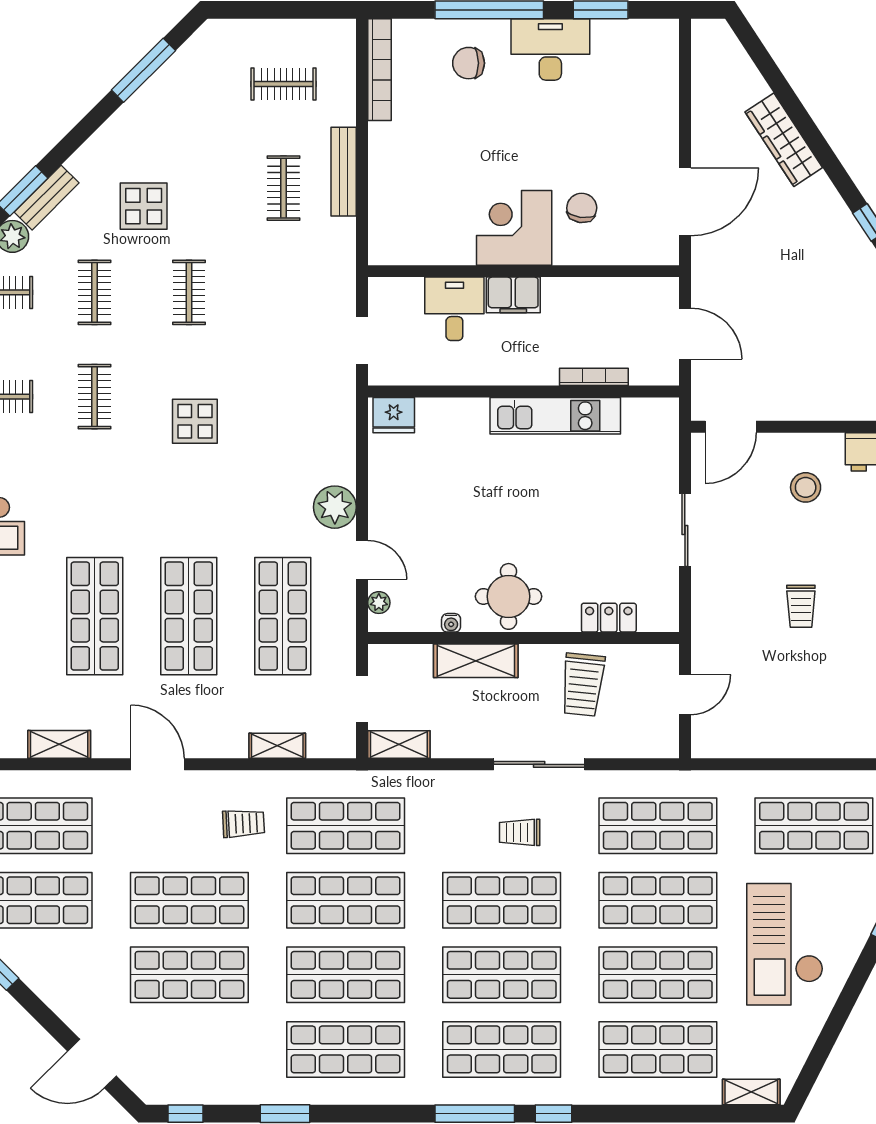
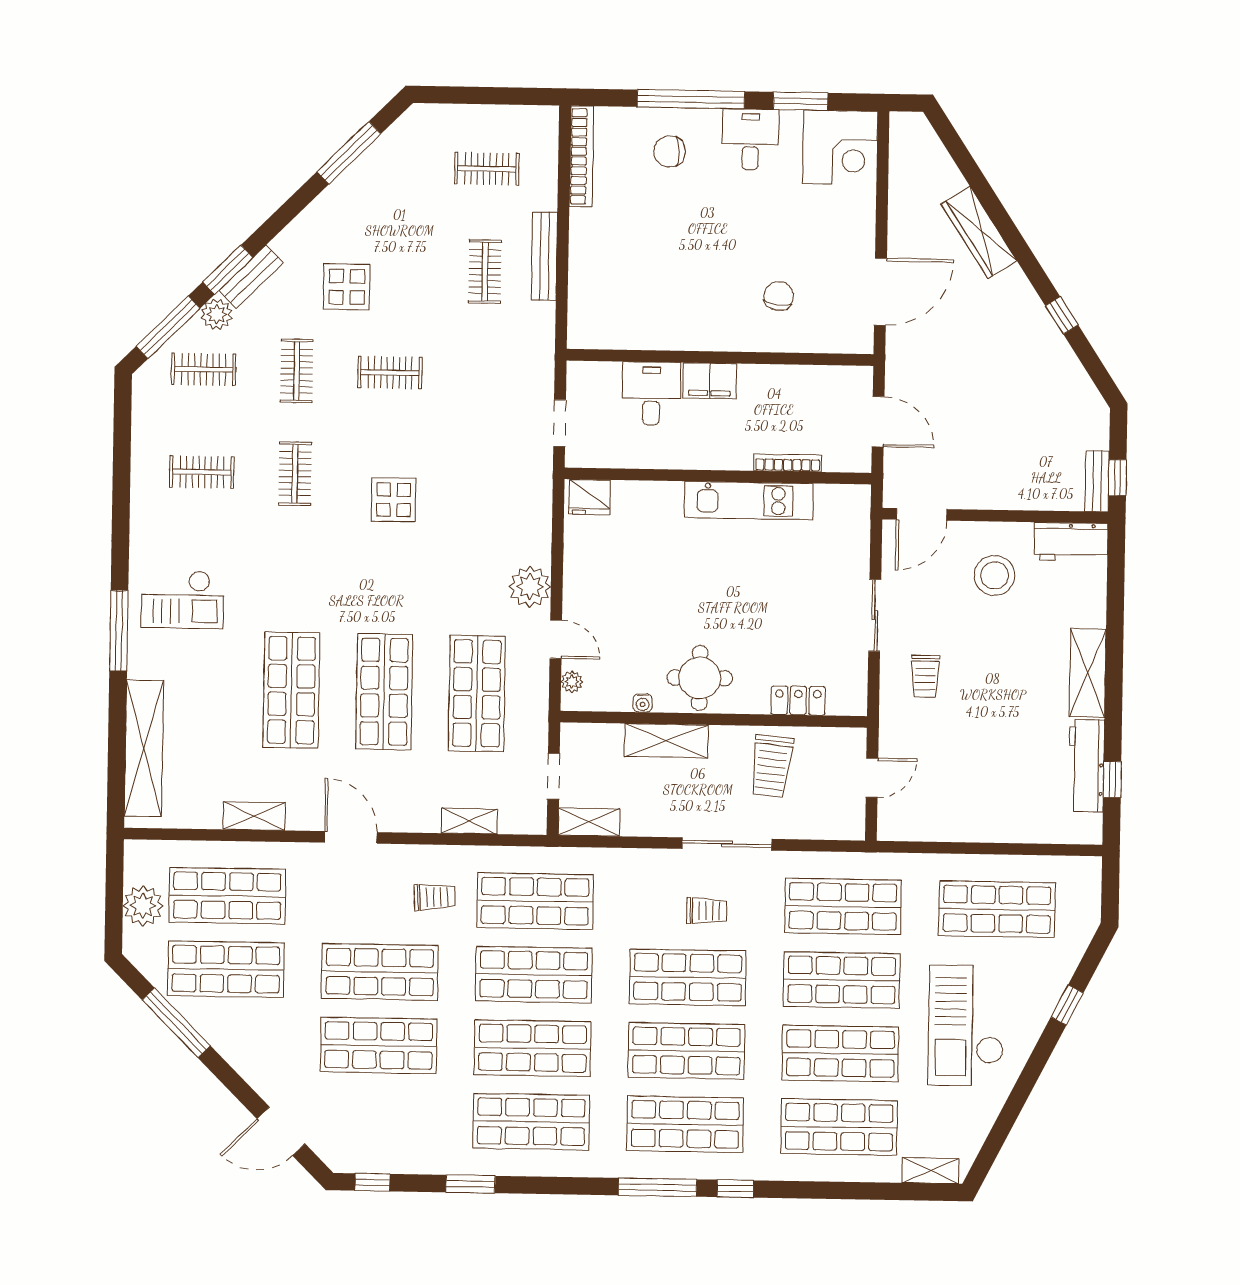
desk: (550, 49) -> (750, 139), width x0.73
corner desk: (514, 228) -> (840, 147), moved, turned 180
clothes rail: (189, 292) -> (390, 373), turned 90
stool: (806, 487) -> (994, 575), width x1.38, depth x1.38
trolley: (801, 606) -> (925, 676), moved
trolley: (520, 832) -> (707, 911), turned 180

